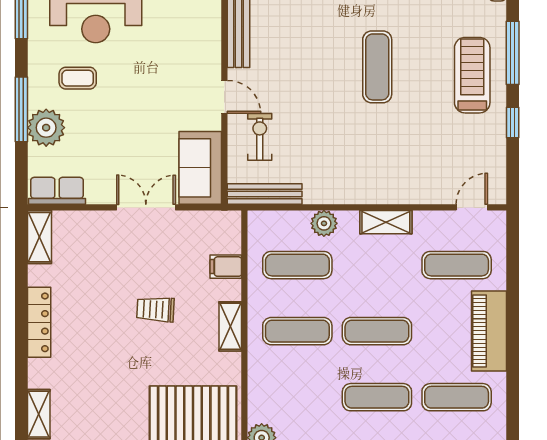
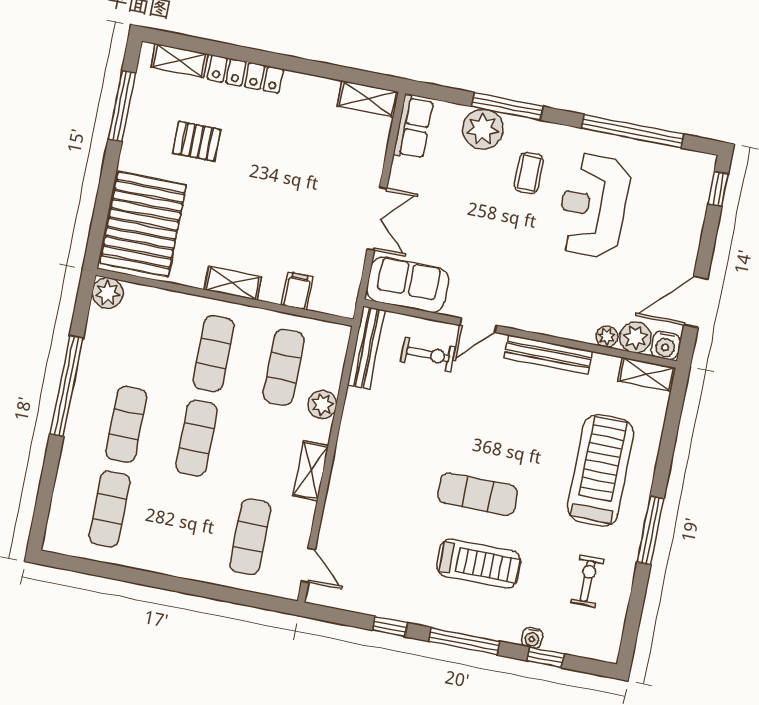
treadmill: (472, 75) -> (479, 564), moved
trolley: (155, 309) -> (266, 207), removed
locker: (39, 322) -> (245, 74), moved
piano: (489, 331) -> (173, 557), removed
pallet: (108, 384) -> (197, 141), added

